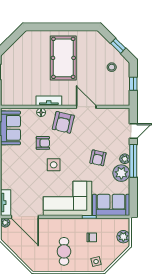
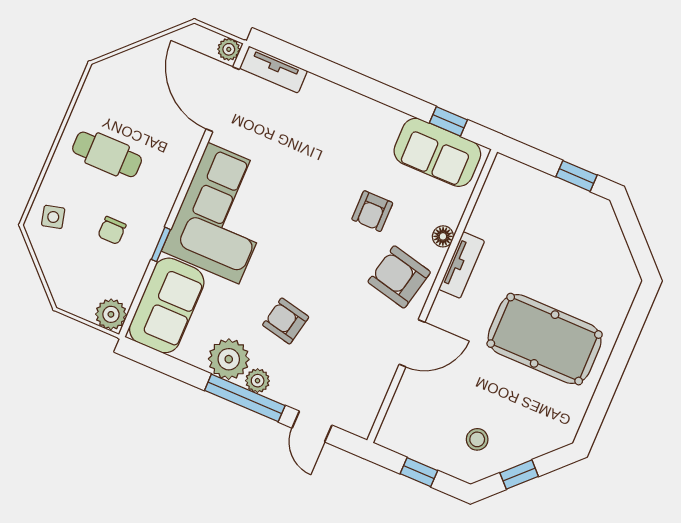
side table: (54, 165) -> (312, 214), removed
door: (25, 217) -> (223, 99), hinge flipped
plant: (123, 237) -> (111, 314), moved

